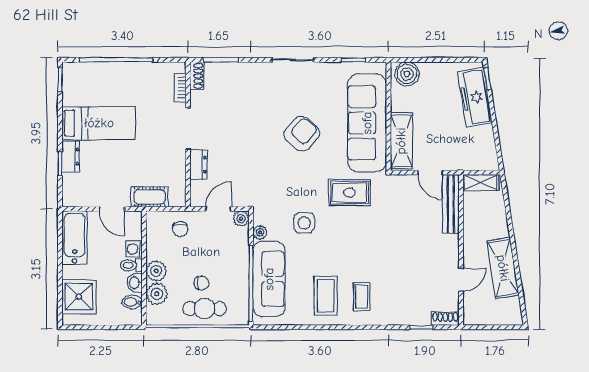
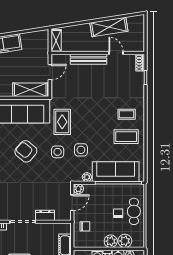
side table: (301, 185) -> (58, 152), added
bench: (451, 204) -> (89, 59), moved
door: (218, 209) -> (72, 203), swing flipped

